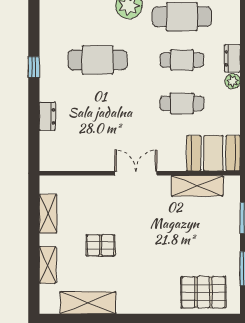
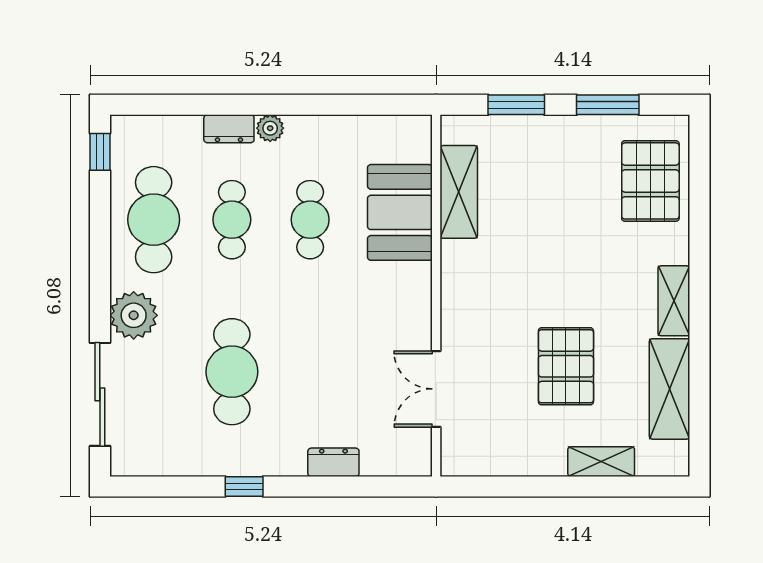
booth: (213, 153) -> (400, 212), moved
double door: (136, 173) -> (436, 389), moved
shelving: (48, 214) -> (674, 301), moved, turned 90
pallet: (101, 245) -> (566, 366), width x1.50, depth x1.42

